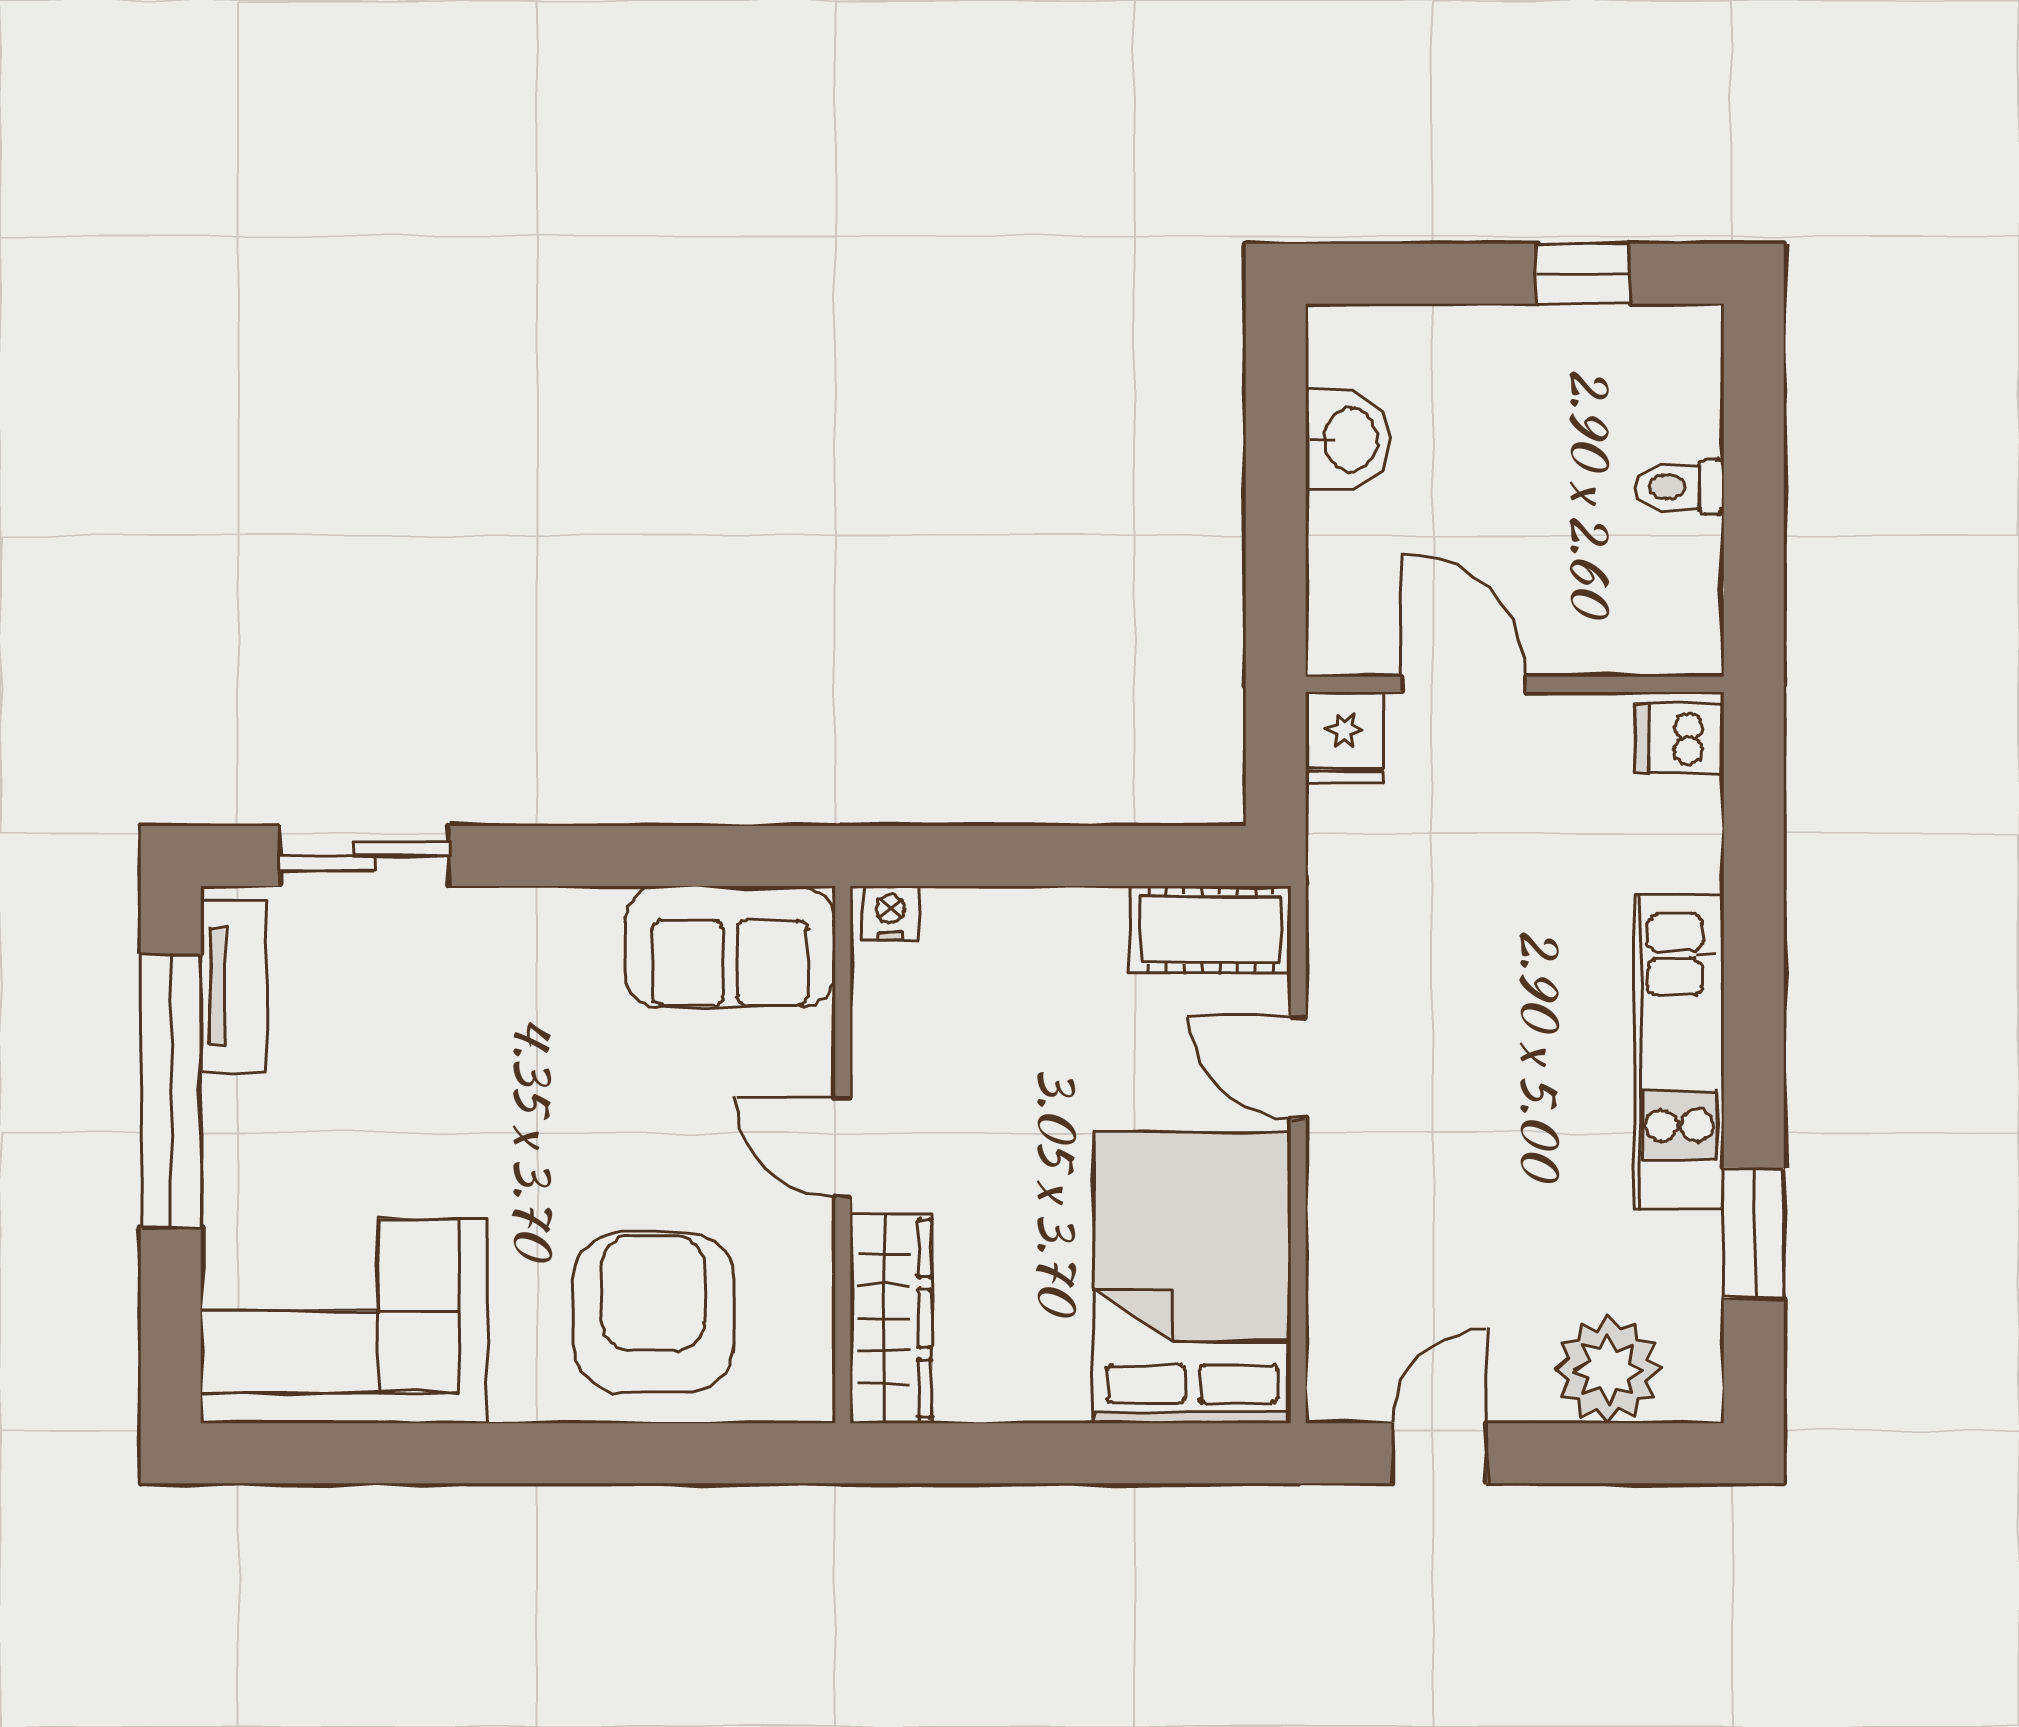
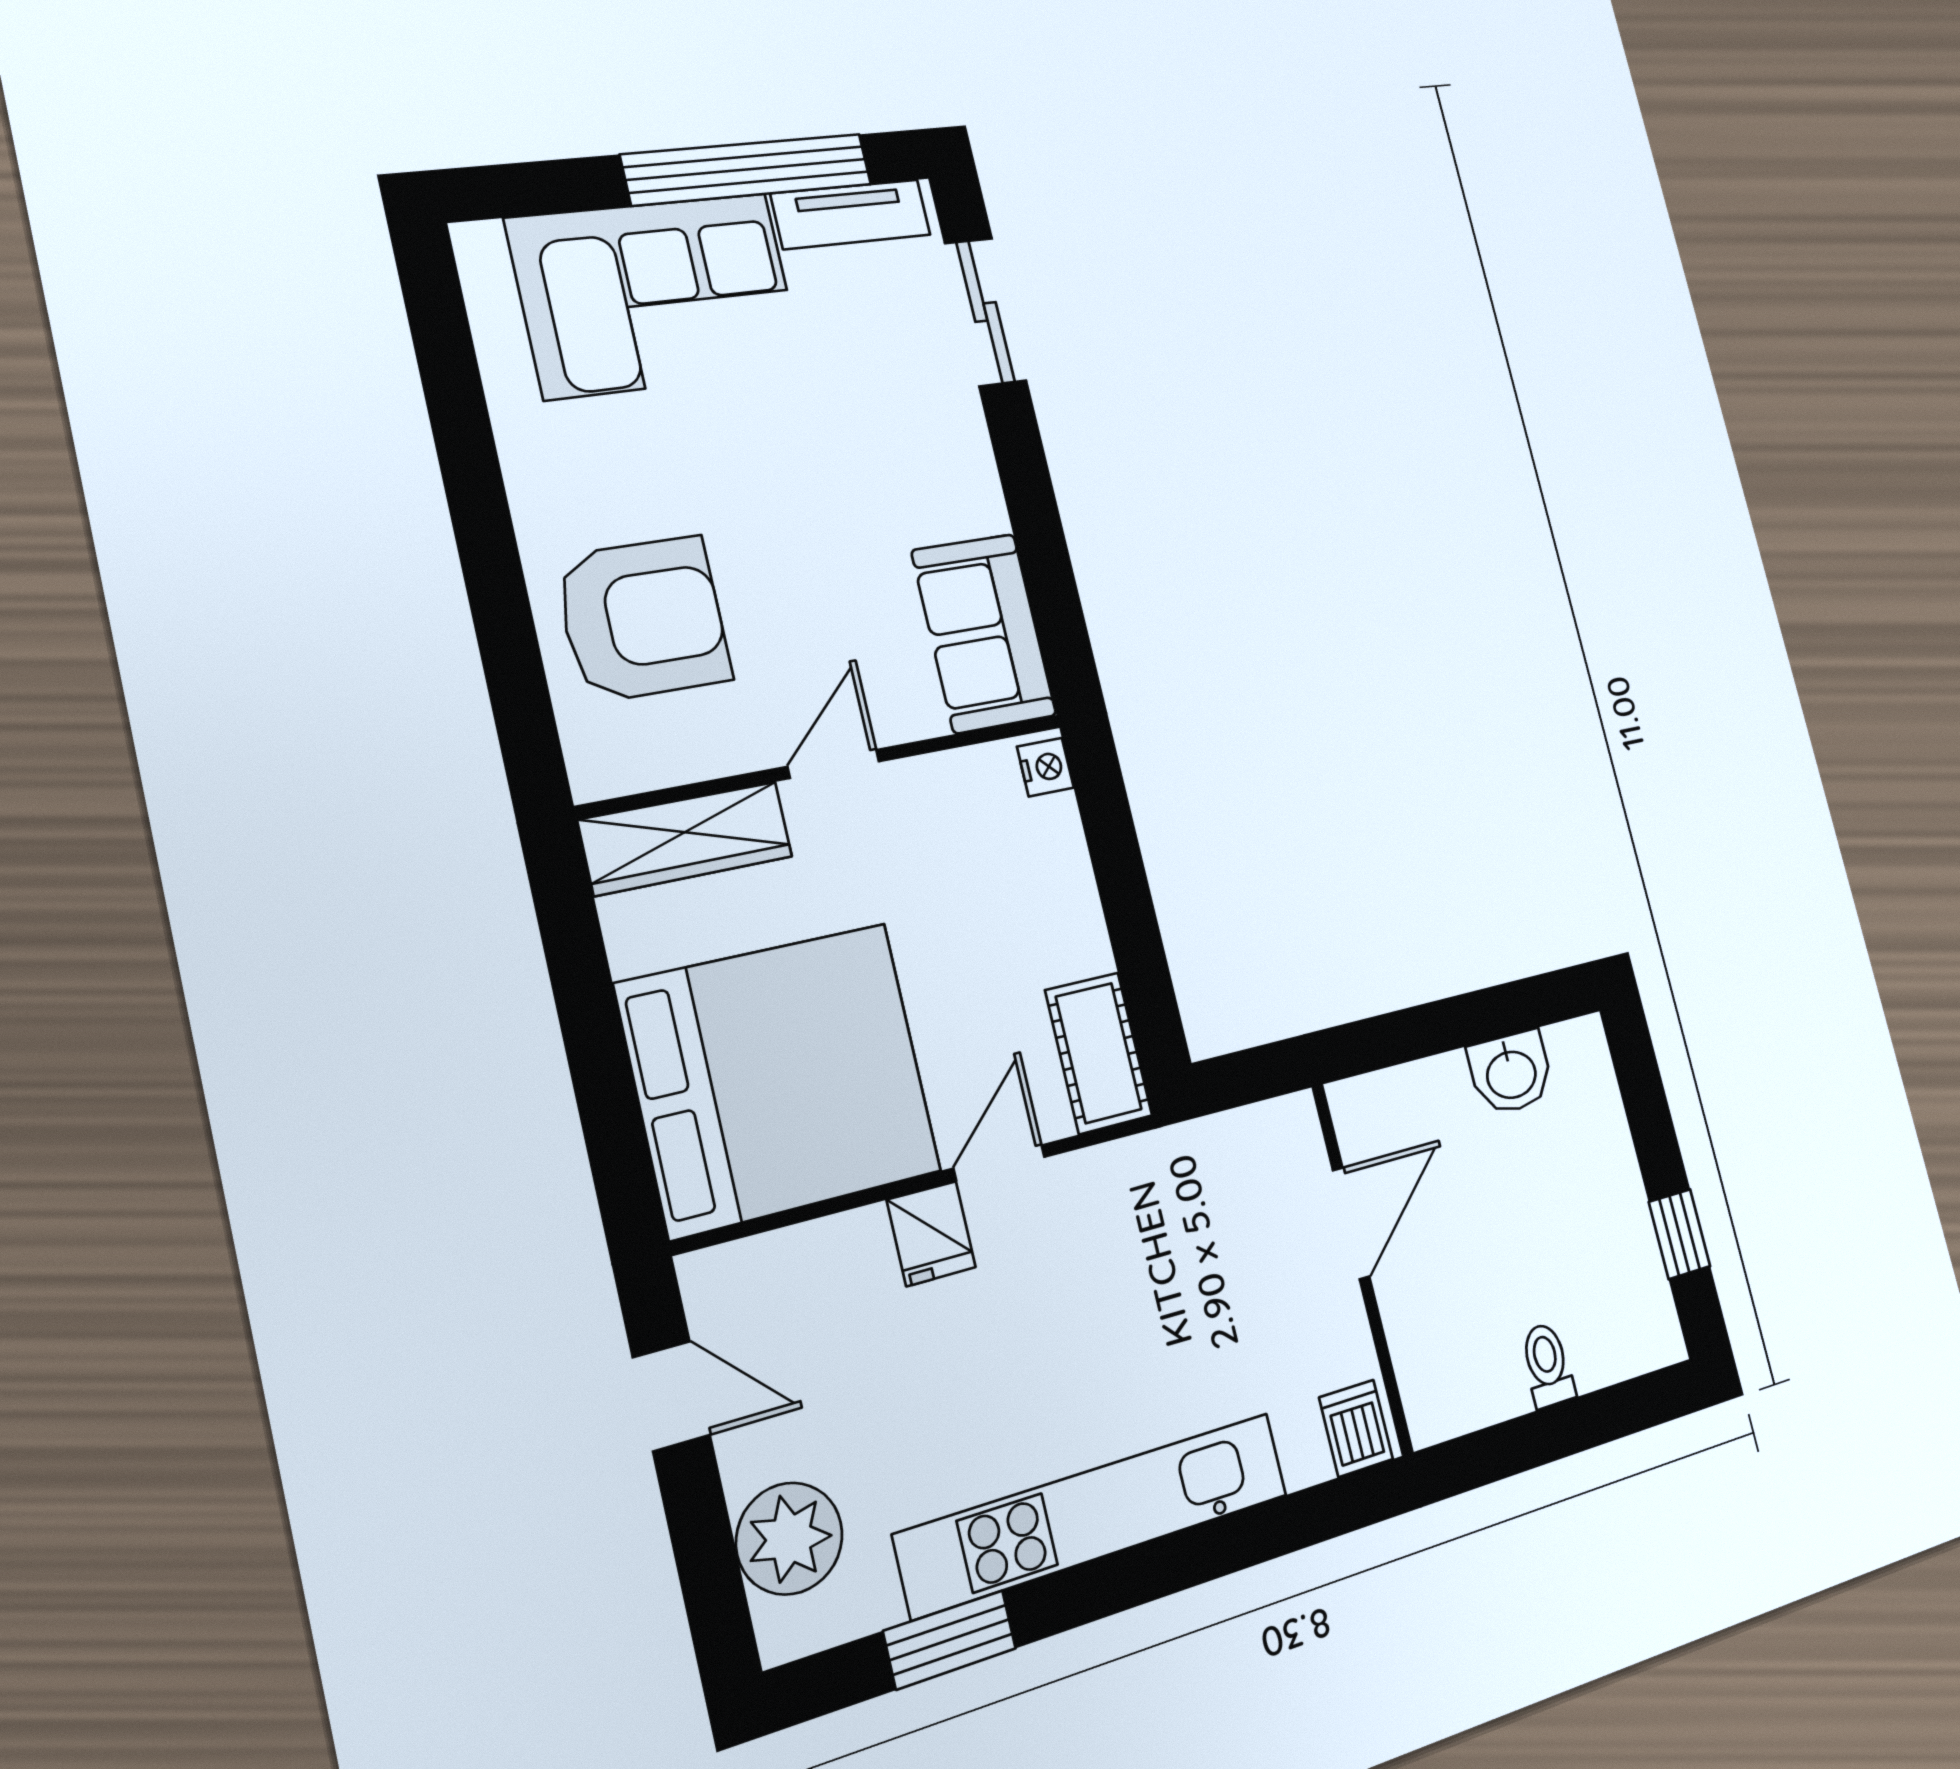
fridge: (1344, 738) -> (931, 1234), moved, turned -90
kitchen unit: (1679, 1053) -> (1095, 1514), width x1.36
bed: (1192, 1278) -> (779, 1079), width x1.36
corner sofa: (344, 1321) -> (657, 295), moved, turned 90

